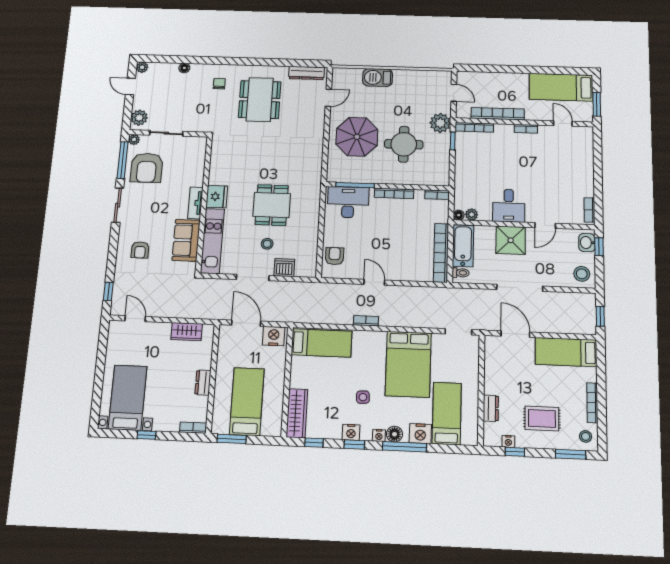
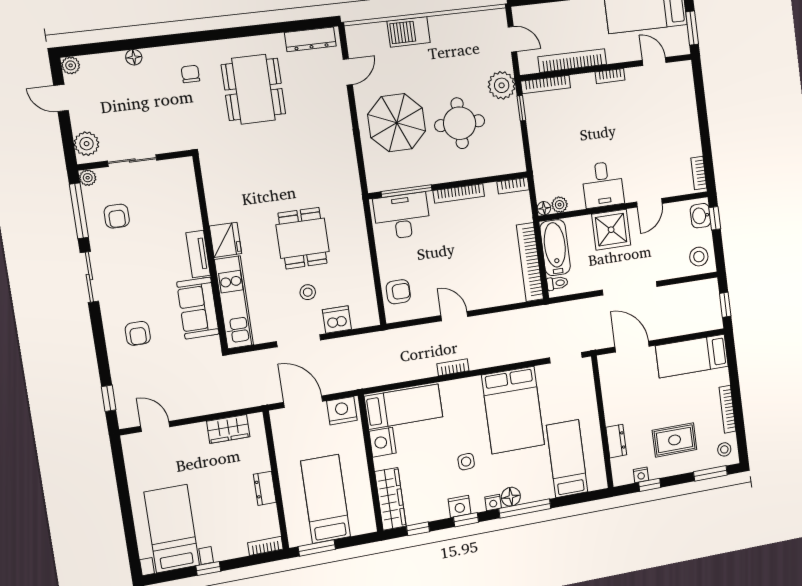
armchair: (147, 168) -> (117, 216), width x0.53, depth x0.53
armchair: (335, 256) -> (398, 292), turned 90
nightstand: (420, 434) -> (383, 442), moved, turned 90

